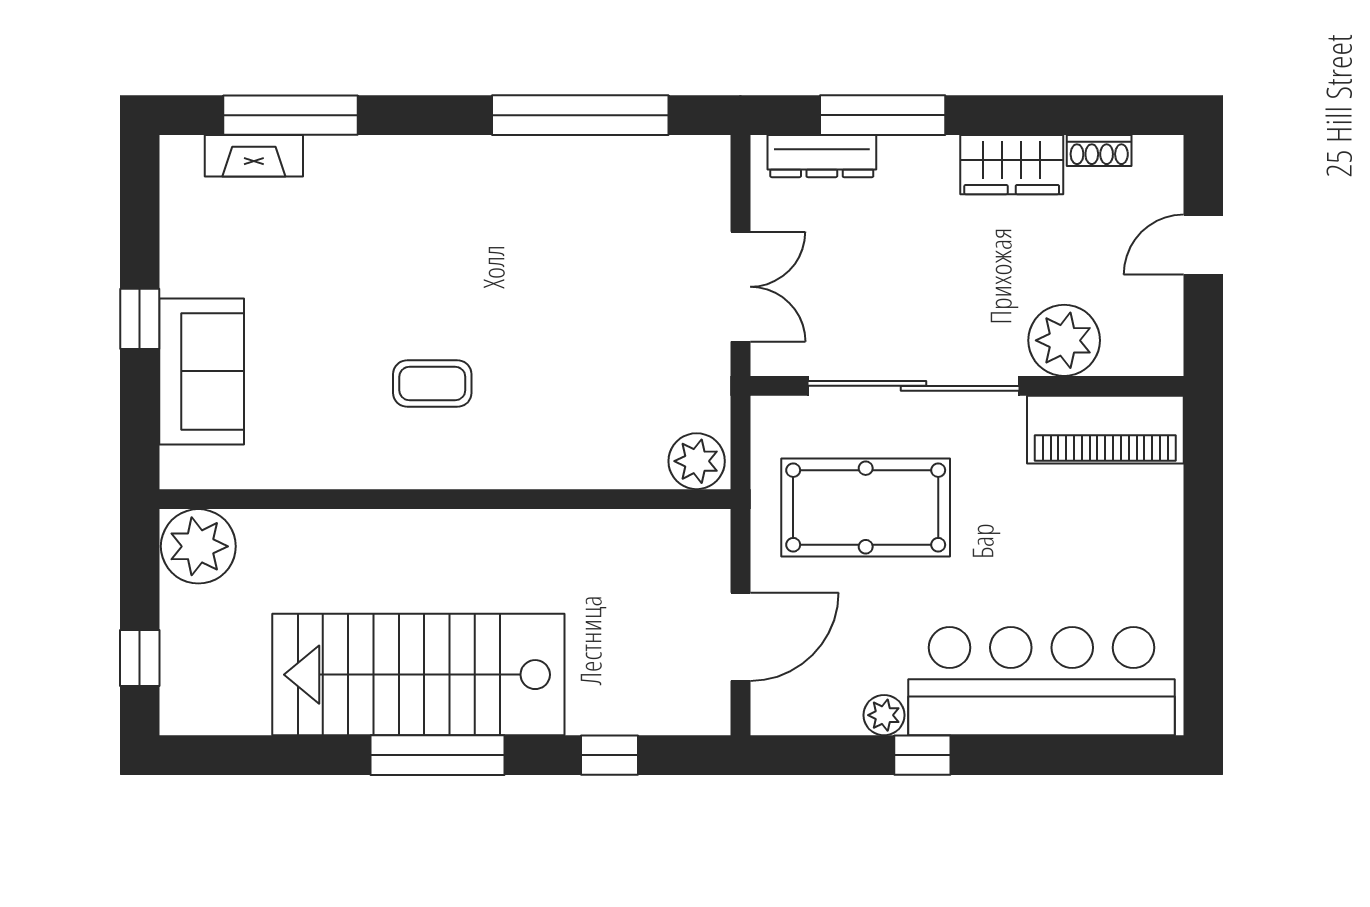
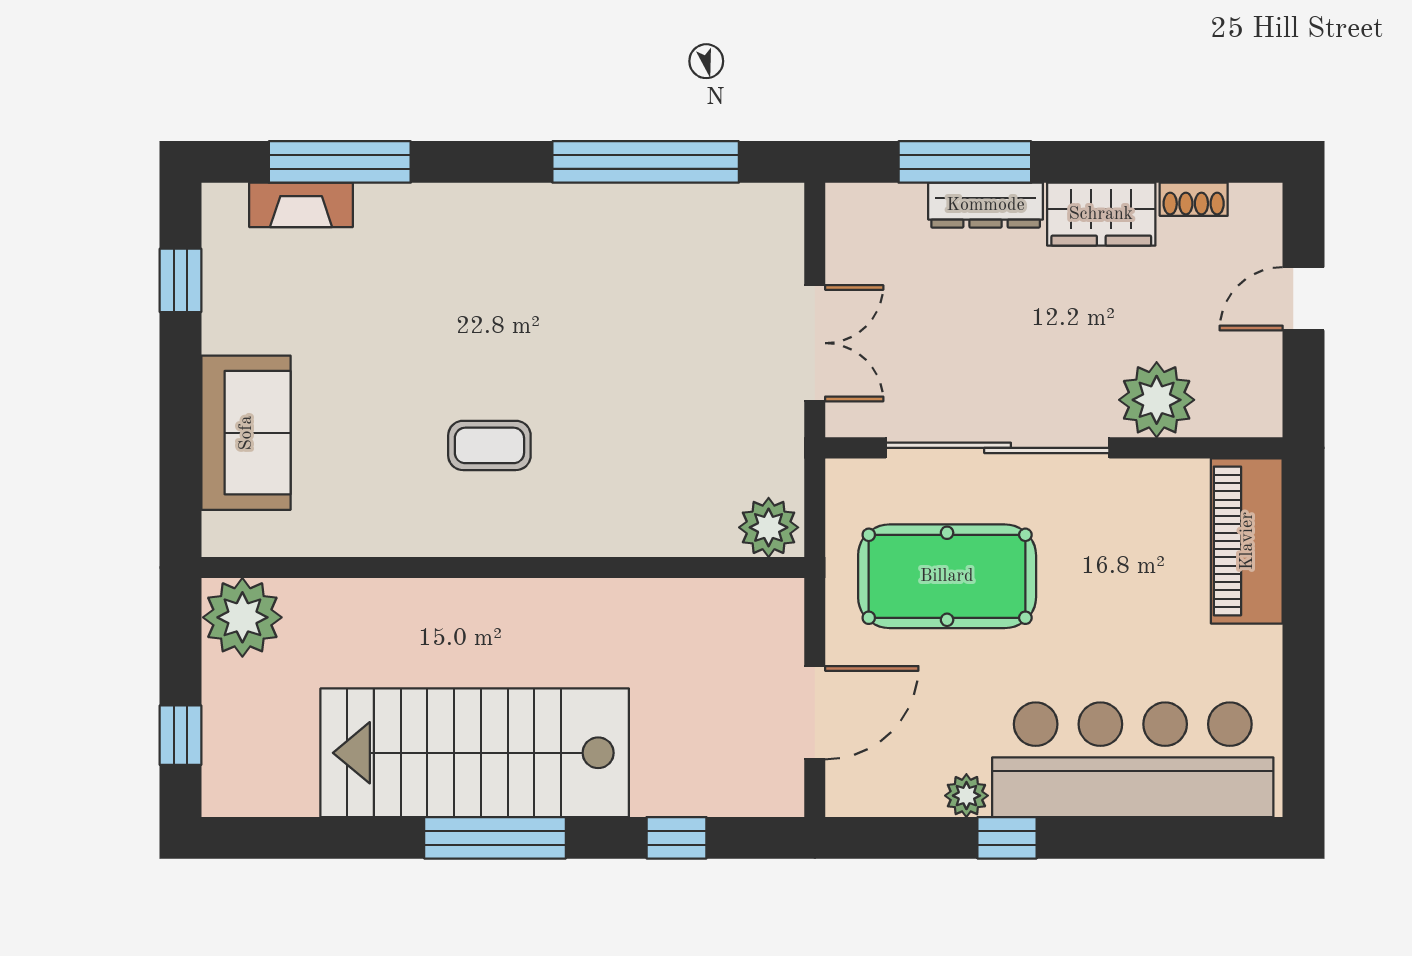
dresser: (822, 156) -> (986, 205), moved
window: (140, 319) -> (181, 280), moved
piano: (1105, 430) -> (1247, 541), moved, turned 90

